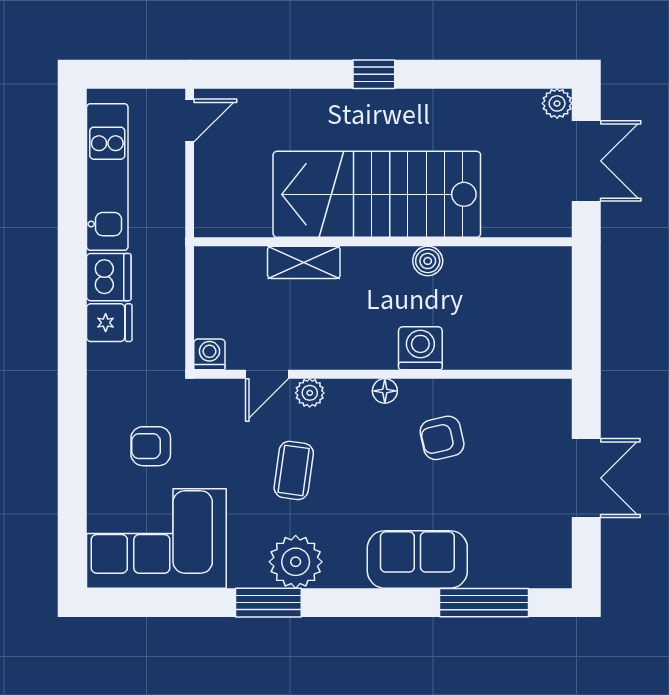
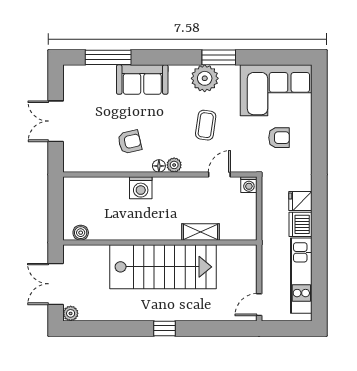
boiler: (428, 261) -> (81, 233), moved
plant: (310, 393) -> (174, 165), moved

